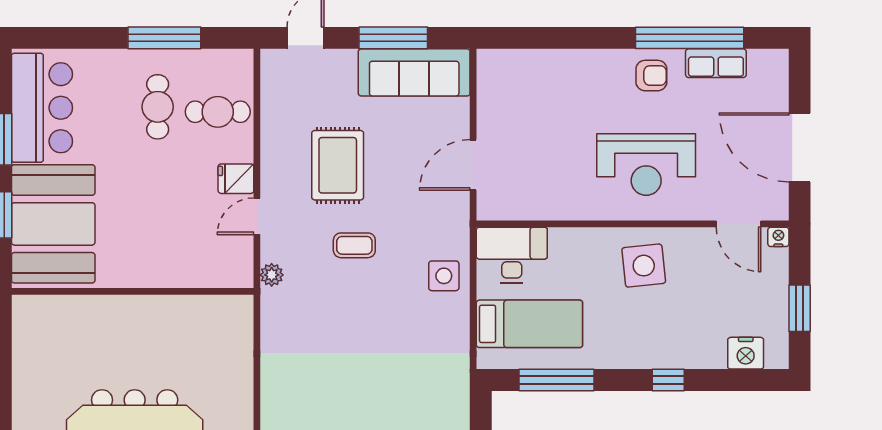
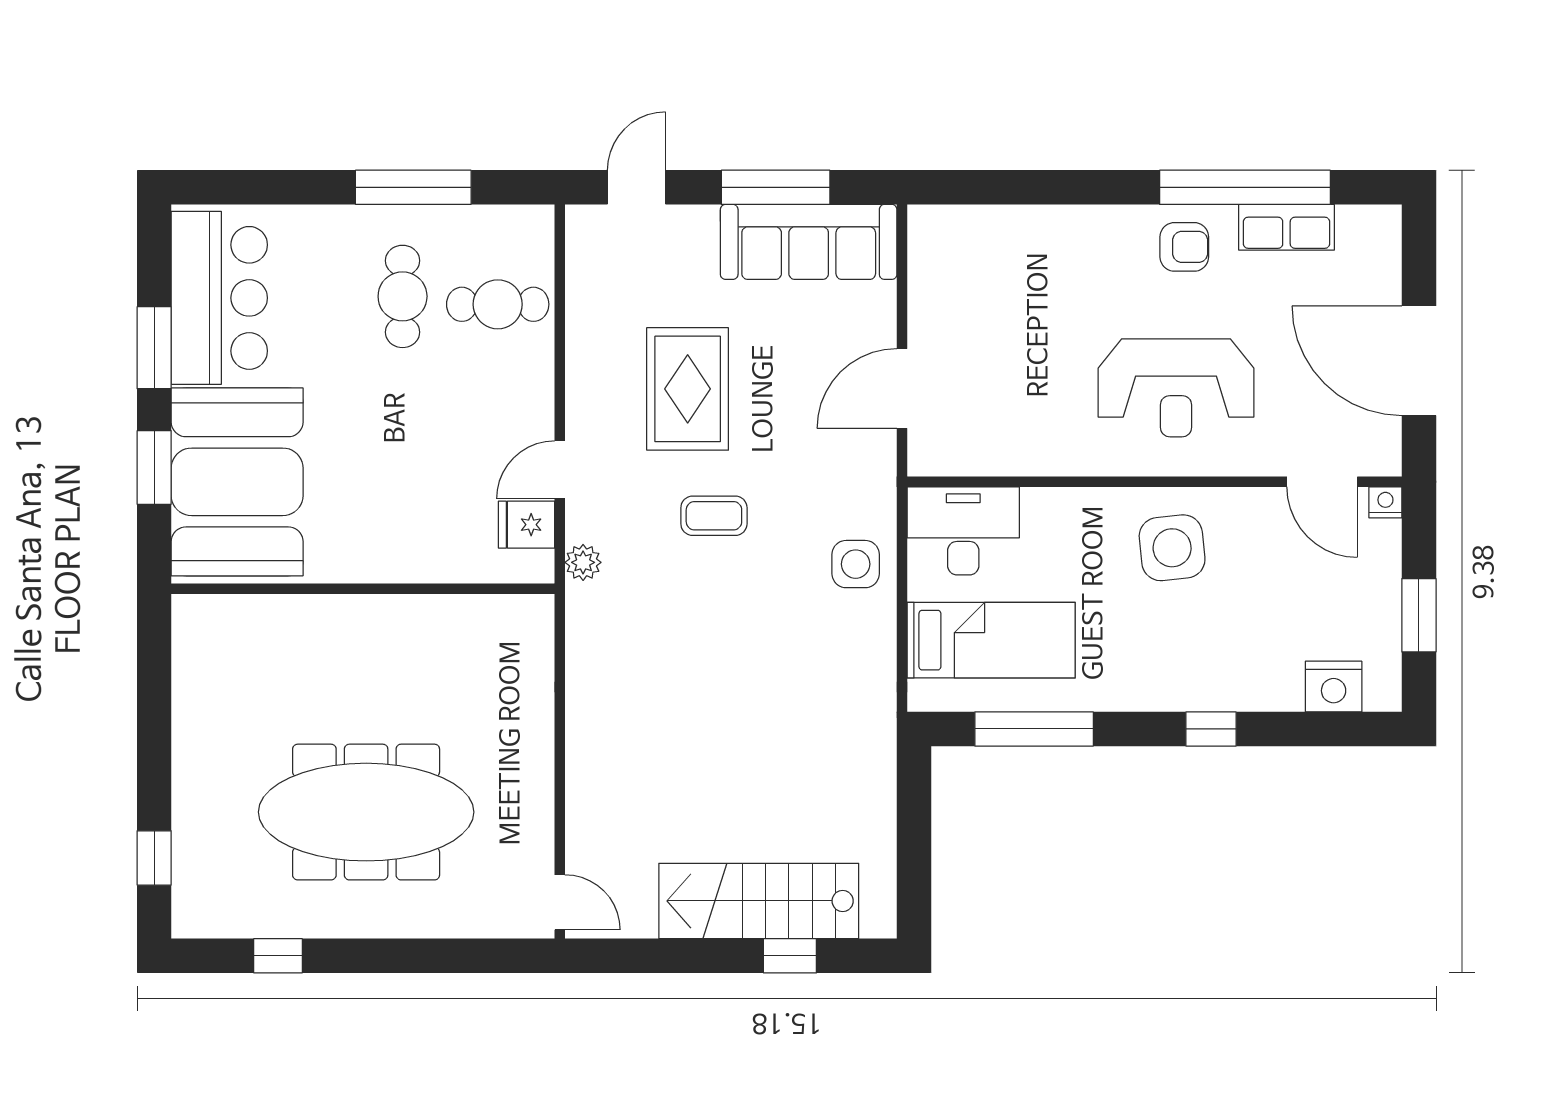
fridge: (236, 179) -> (527, 525), moved

